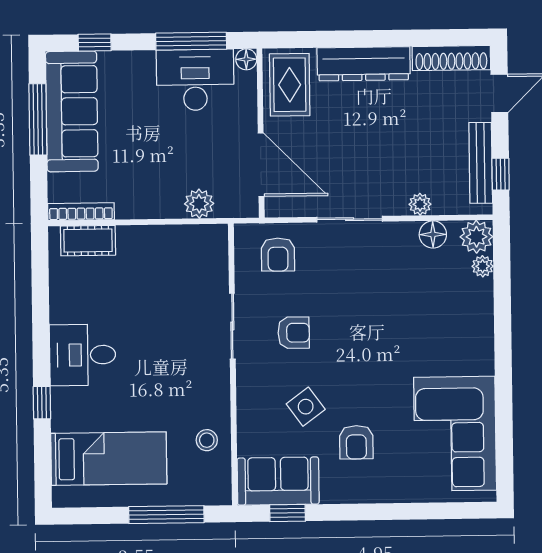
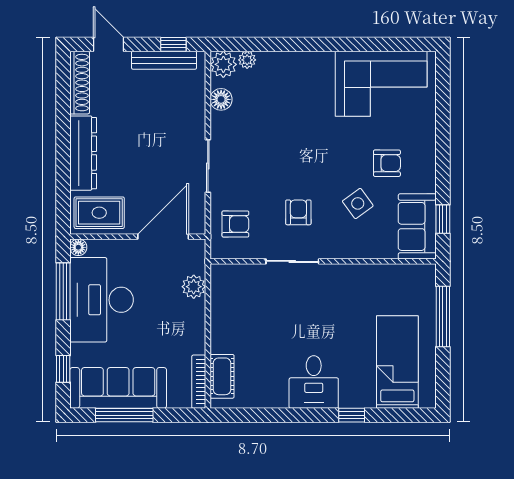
desk: (195, 80) -> (102, 300), width x1.36, depth x1.30
plant: (420, 204) -> (197, 109), removed
stool: (207, 440) -> (384, 283), removed

